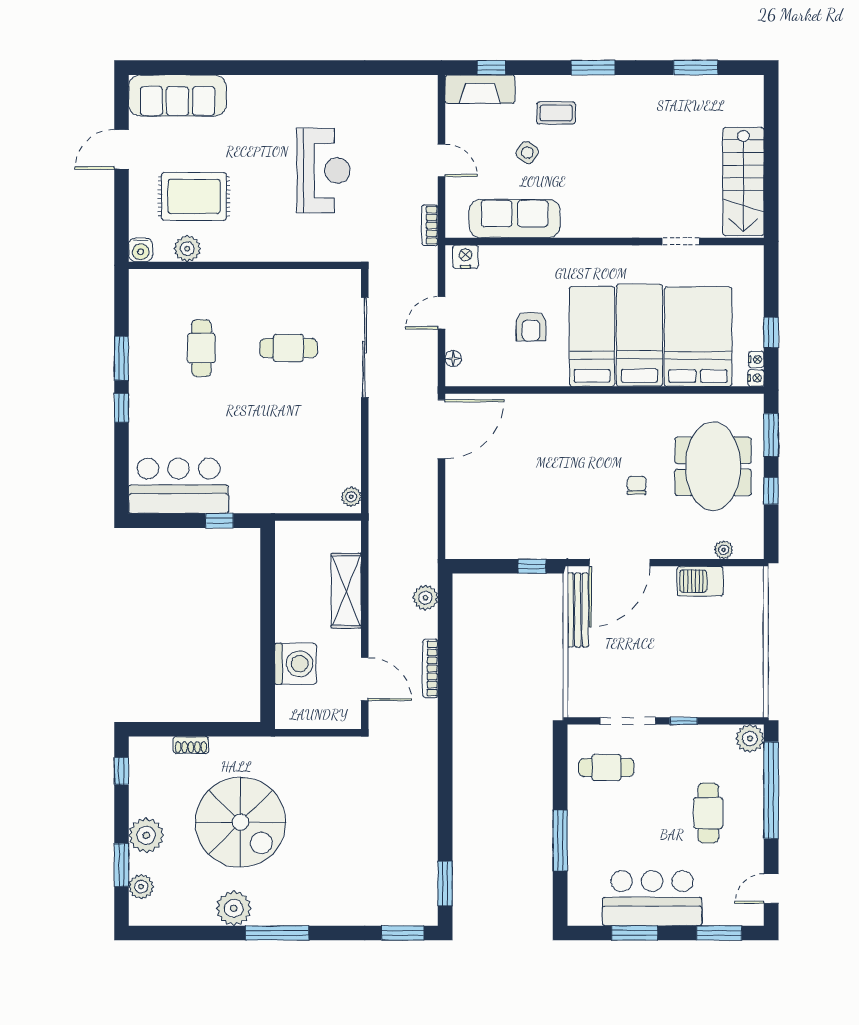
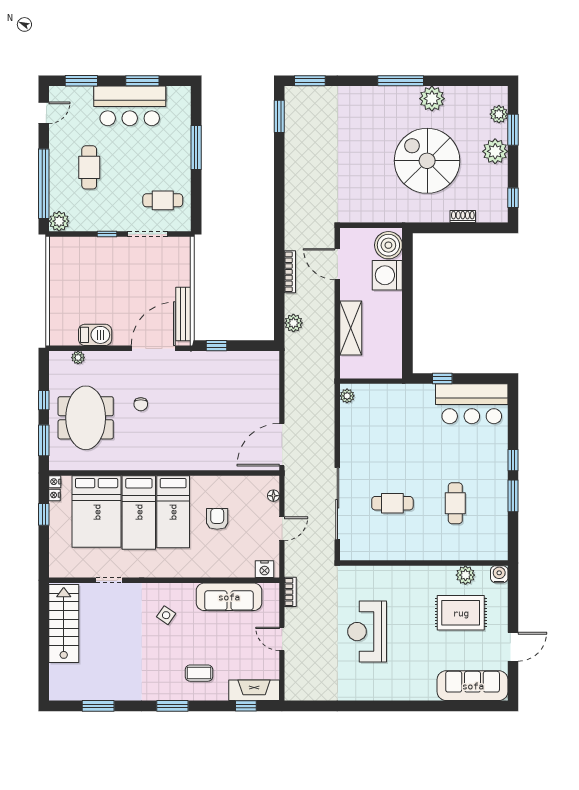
side table: (527, 153) -> (166, 615), moved
boiler: (294, 705) -> (388, 245), added

